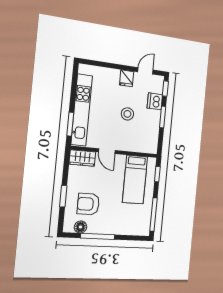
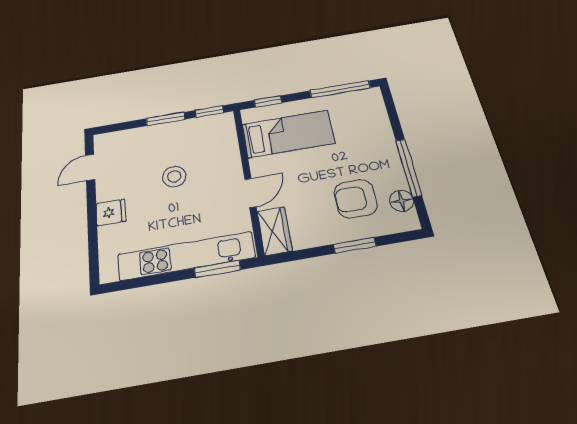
door: (145, 71) -> (90, 167), hinge flipped
fridge: (127, 78) -> (111, 212), moved
window: (165, 89) -> (209, 111), moved
dishwasher: (155, 101) -> (141, 138), removed
armchair: (88, 204) -> (356, 199), turned 90

